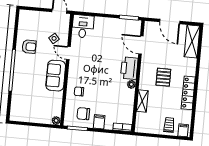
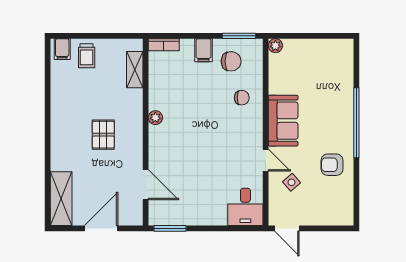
door: (170, 21) -> (101, 228), hinge flipped
printer: (129, 68) -> (161, 144), removed
locker: (188, 93) -> (59, 112), removed
shelving: (142, 101) -> (135, 70), moved

